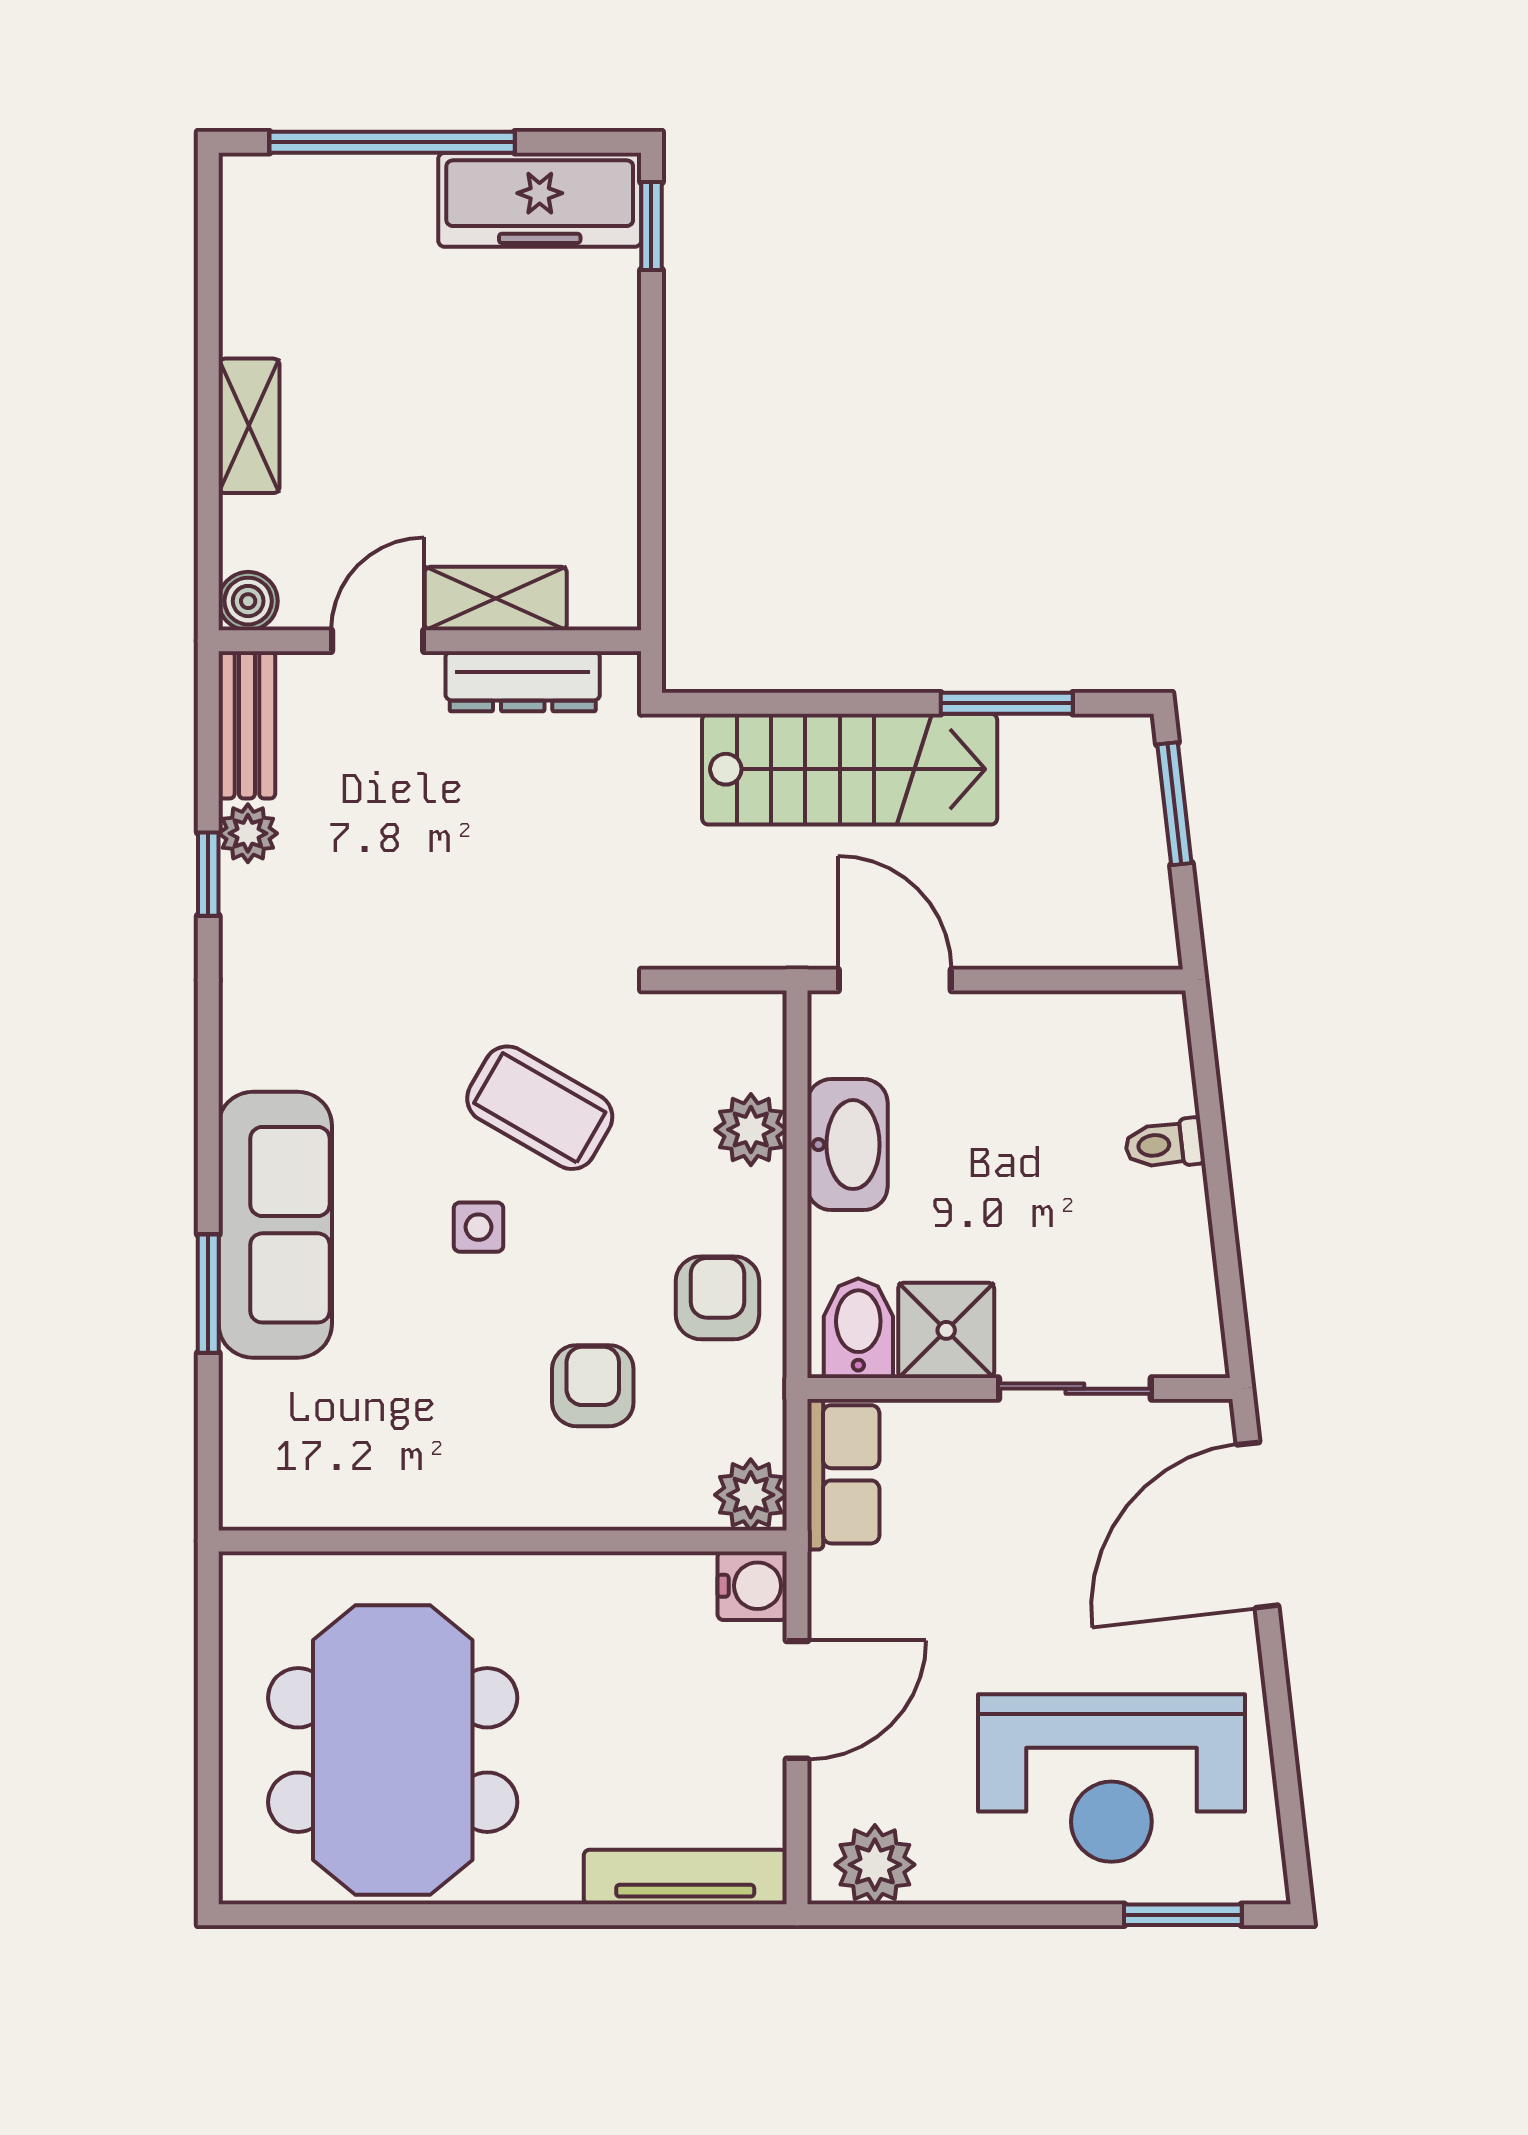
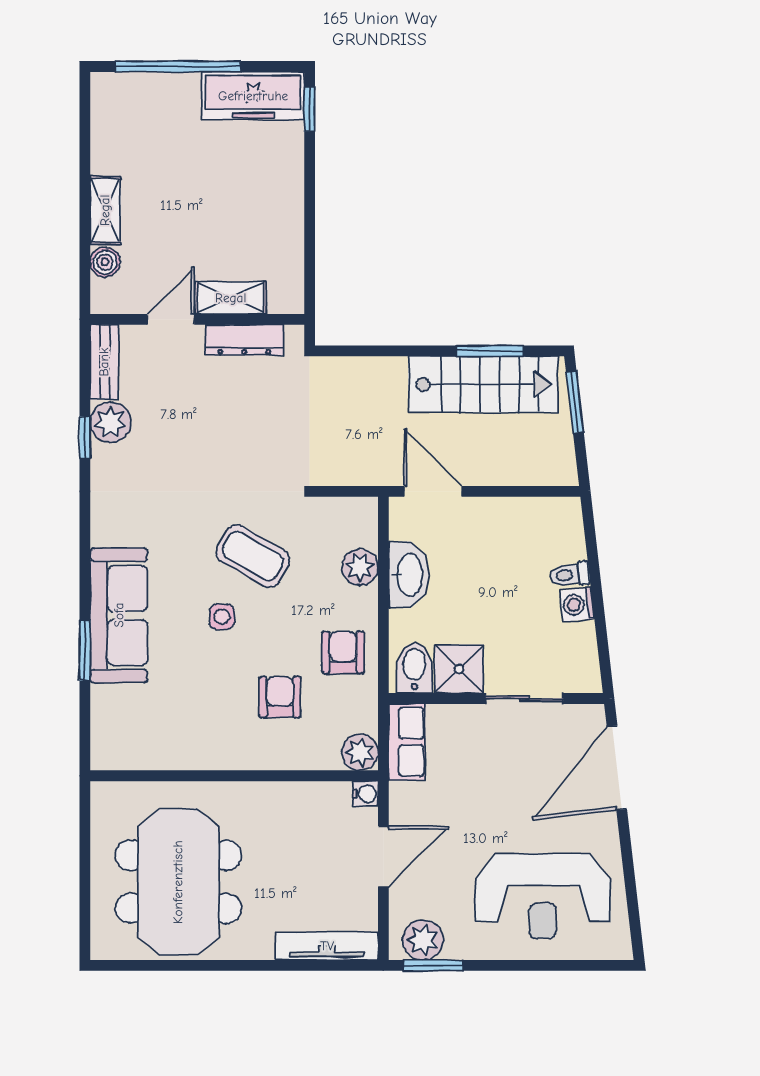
boiler: (248, 601) -> (105, 262), moved
stairs: (850, 769) -> (483, 384), moved
plant: (248, 833) -> (110, 422), width x1.38, depth x1.38
washing machine: (1179, 1203) -> (577, 605), added
water cooler: (752, 1586) -> (365, 794), width x0.72, depth x0.72
window: (1183, 1915) -> (433, 965), moved

